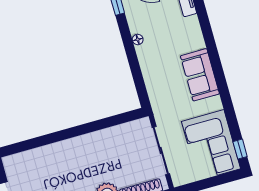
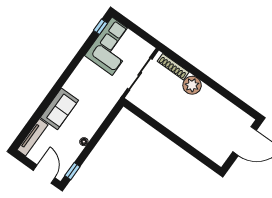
sofa: (200, 75) -> (59, 109), moved

